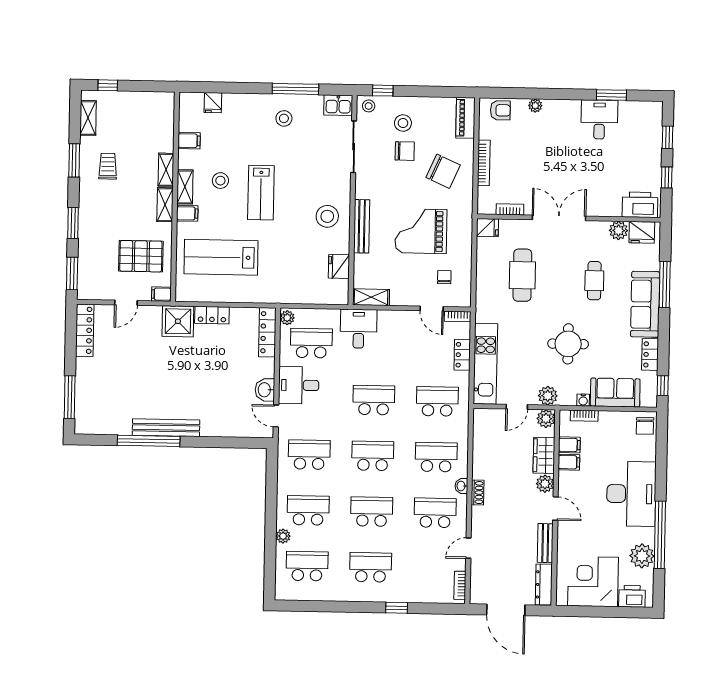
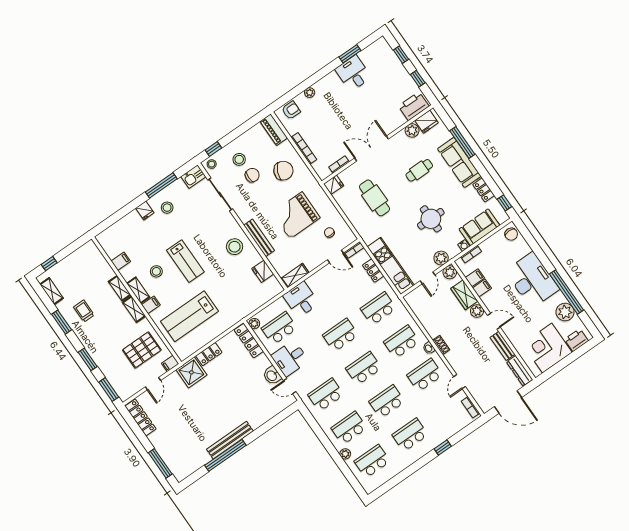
fridge: (213, 103) -> (145, 210), moved
cafe table: (594, 281) -> (419, 170), turned 90

